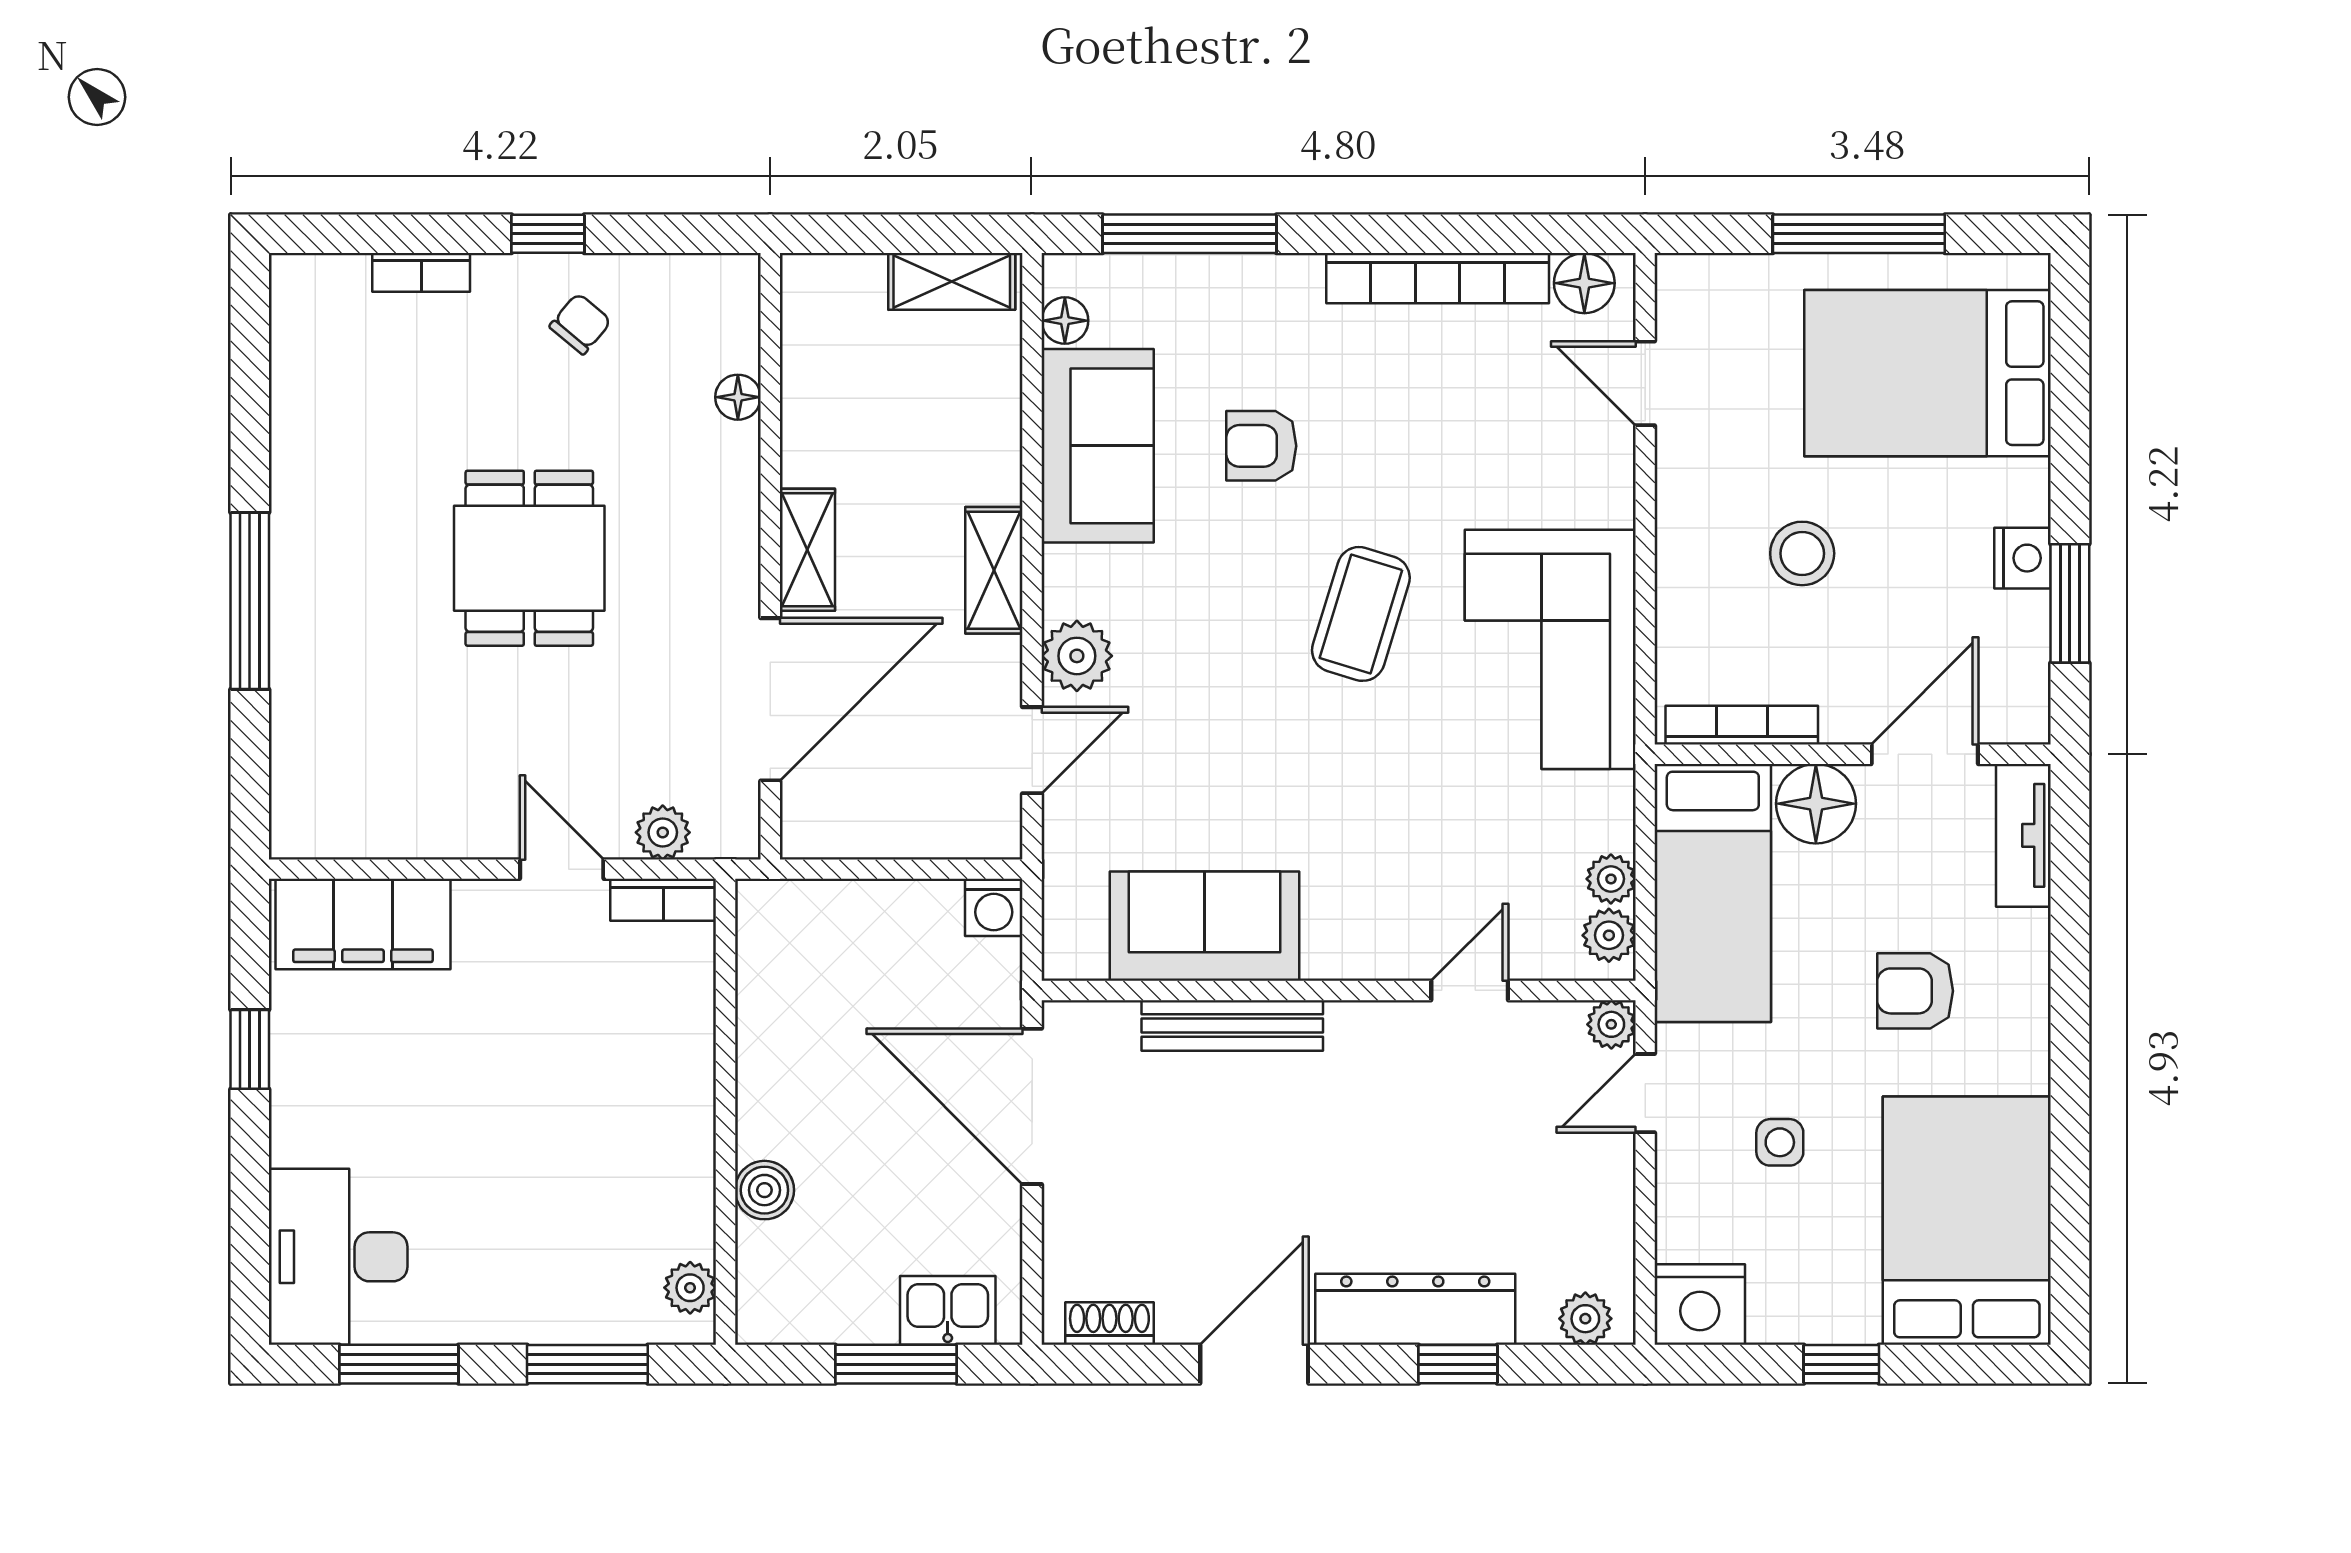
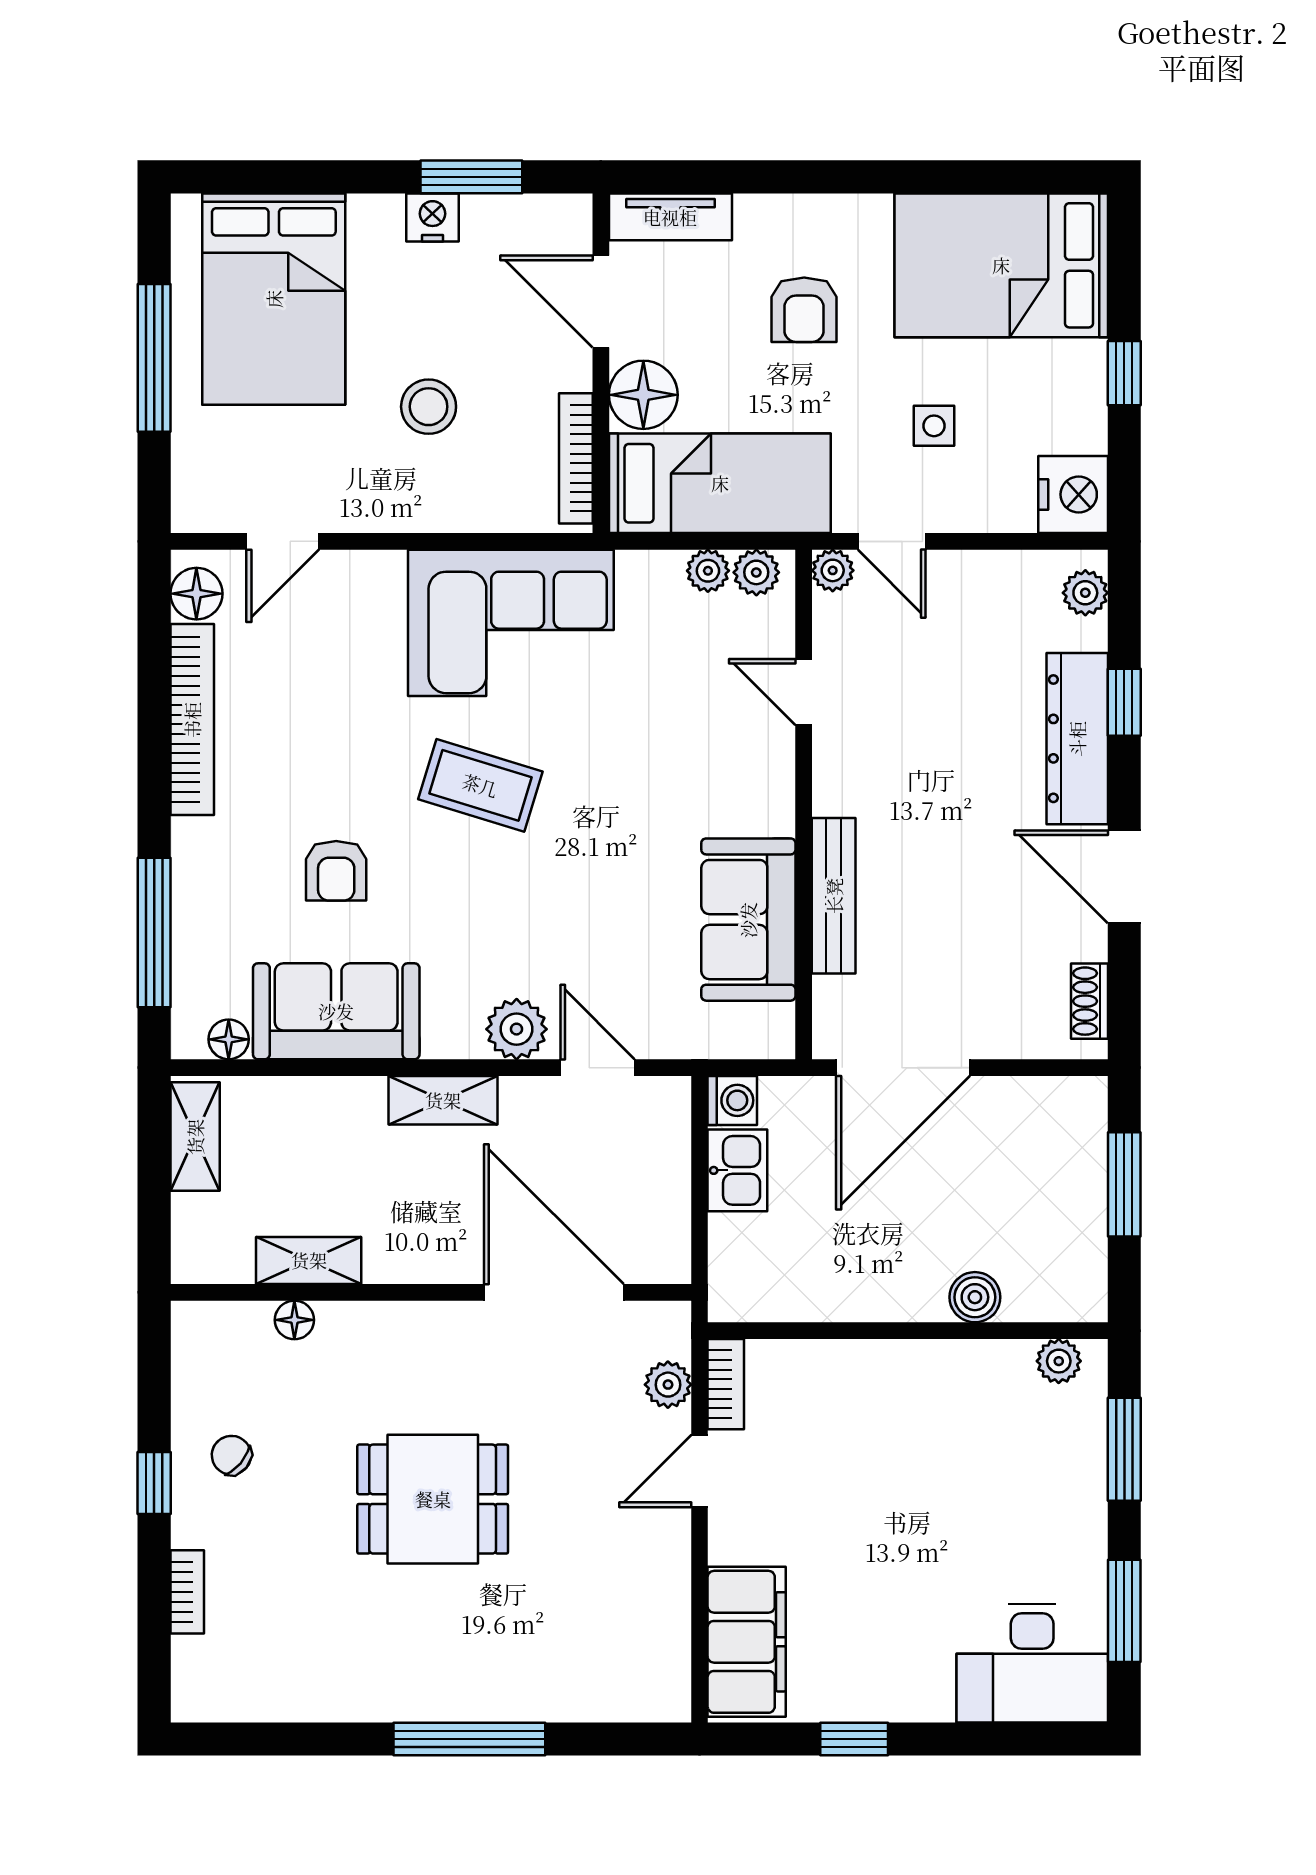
shelving: (807, 550) -> (309, 1260), moved
kitchen sink: (948, 1310) -> (737, 1170), moved, turned 180

